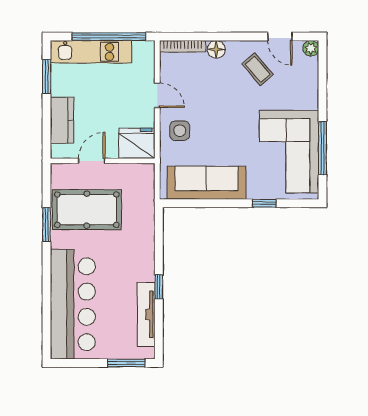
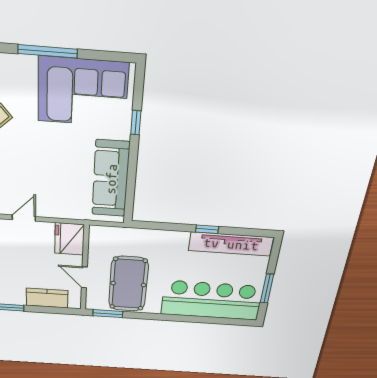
side table: (180, 131) -> (58, 200), removed
window: (322, 148) -> (48, 51), moved
window: (47, 225) -> (108, 314), moved
tv unit: (146, 314) -> (231, 244), width x1.36, depth x1.29
window: (126, 363) -> (267, 289), moved

